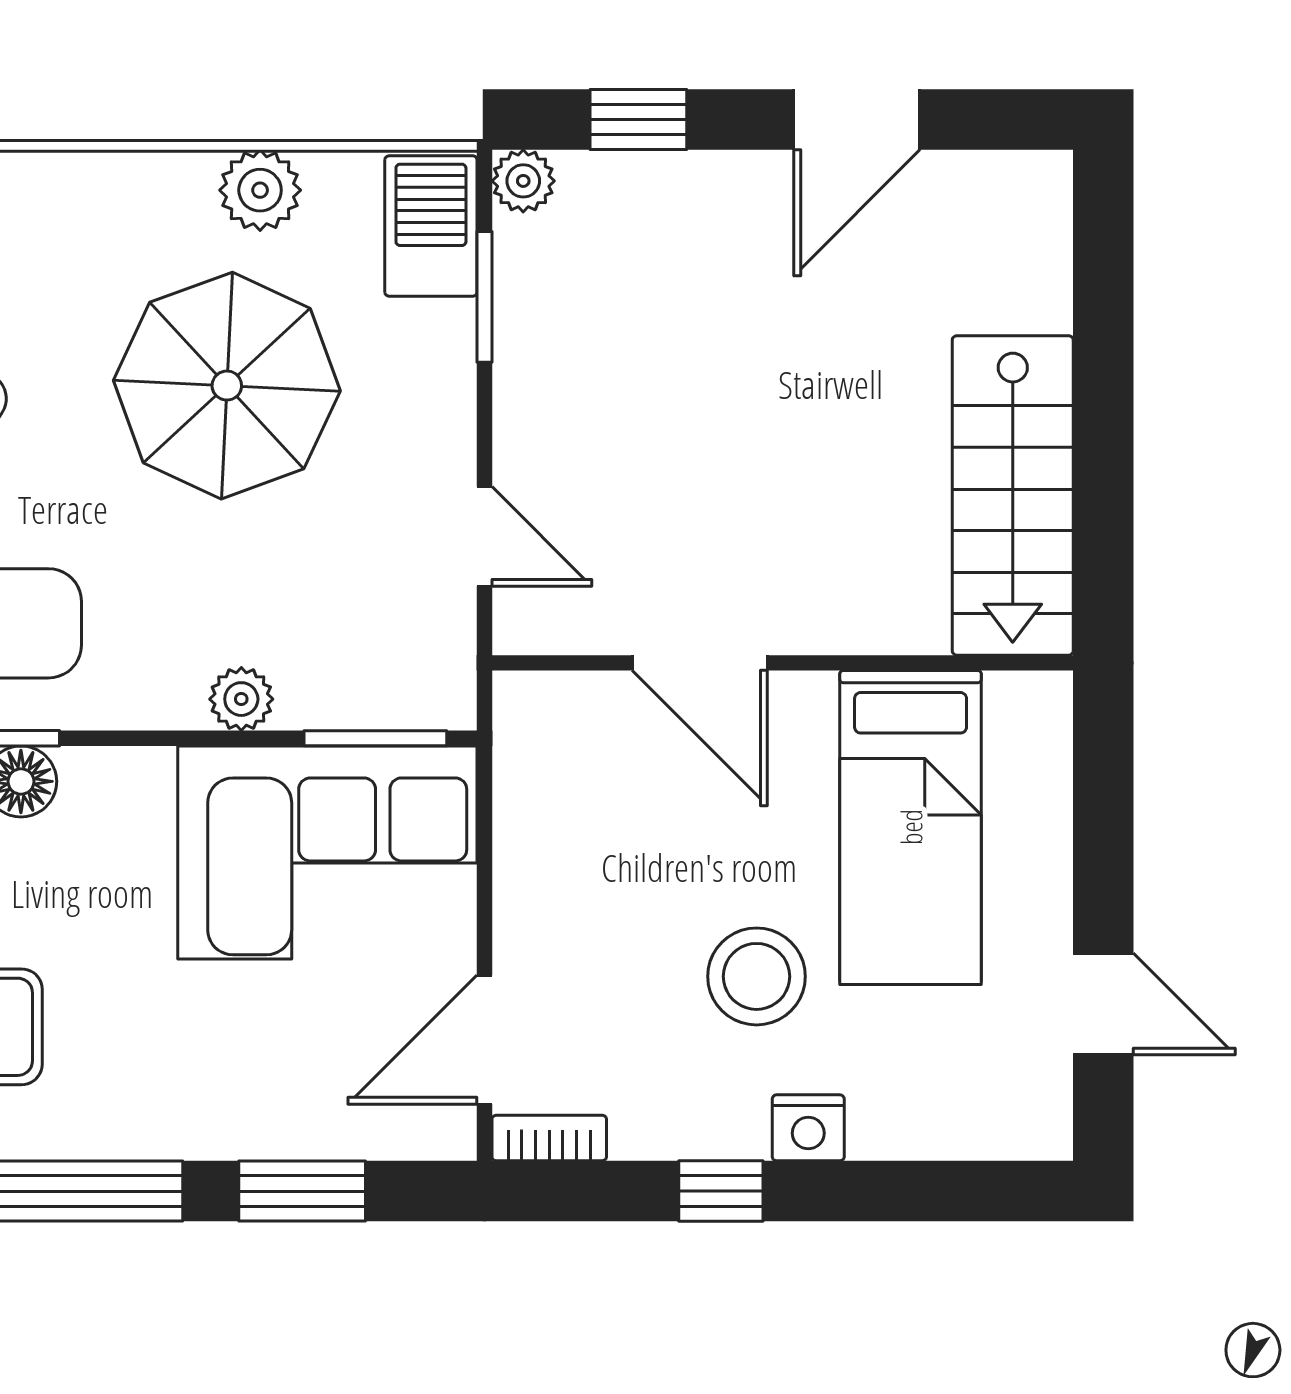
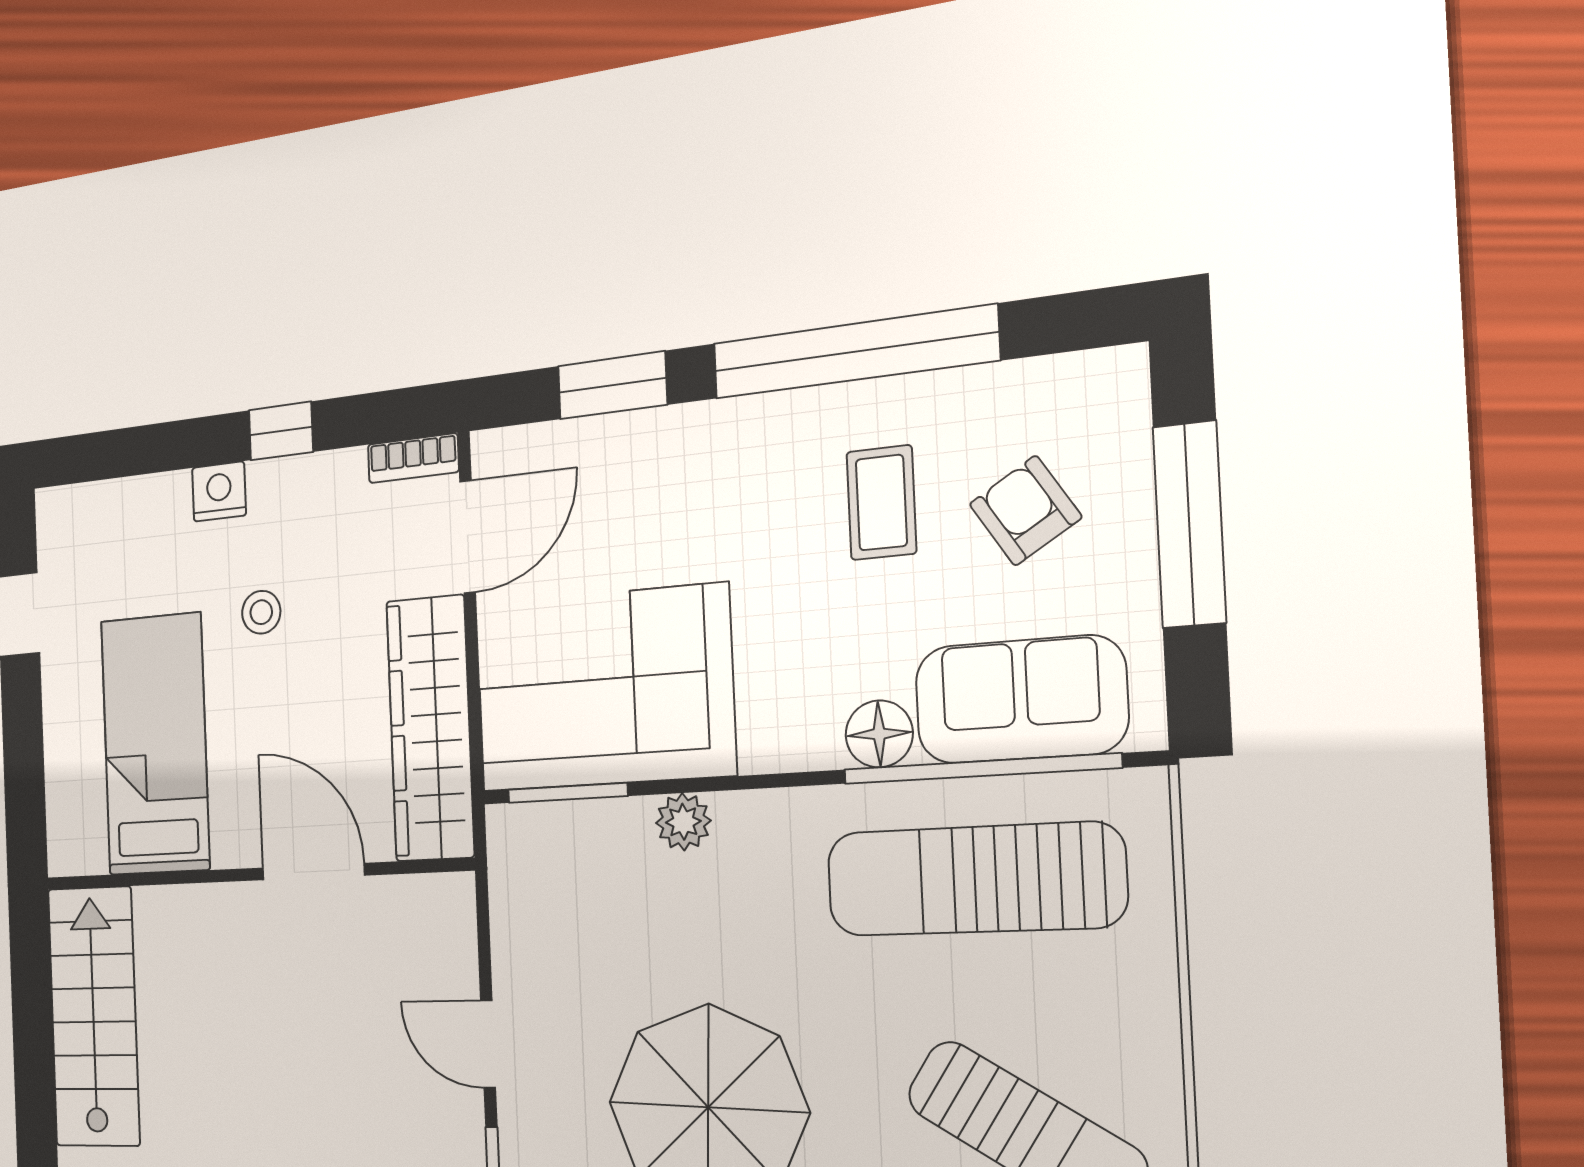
door: (484, 536) -> (488, 1044), moved
wardrobe: (541, 822) -> (430, 728), added
stool: (757, 976) -> (261, 612), width x0.53, depth x0.53

